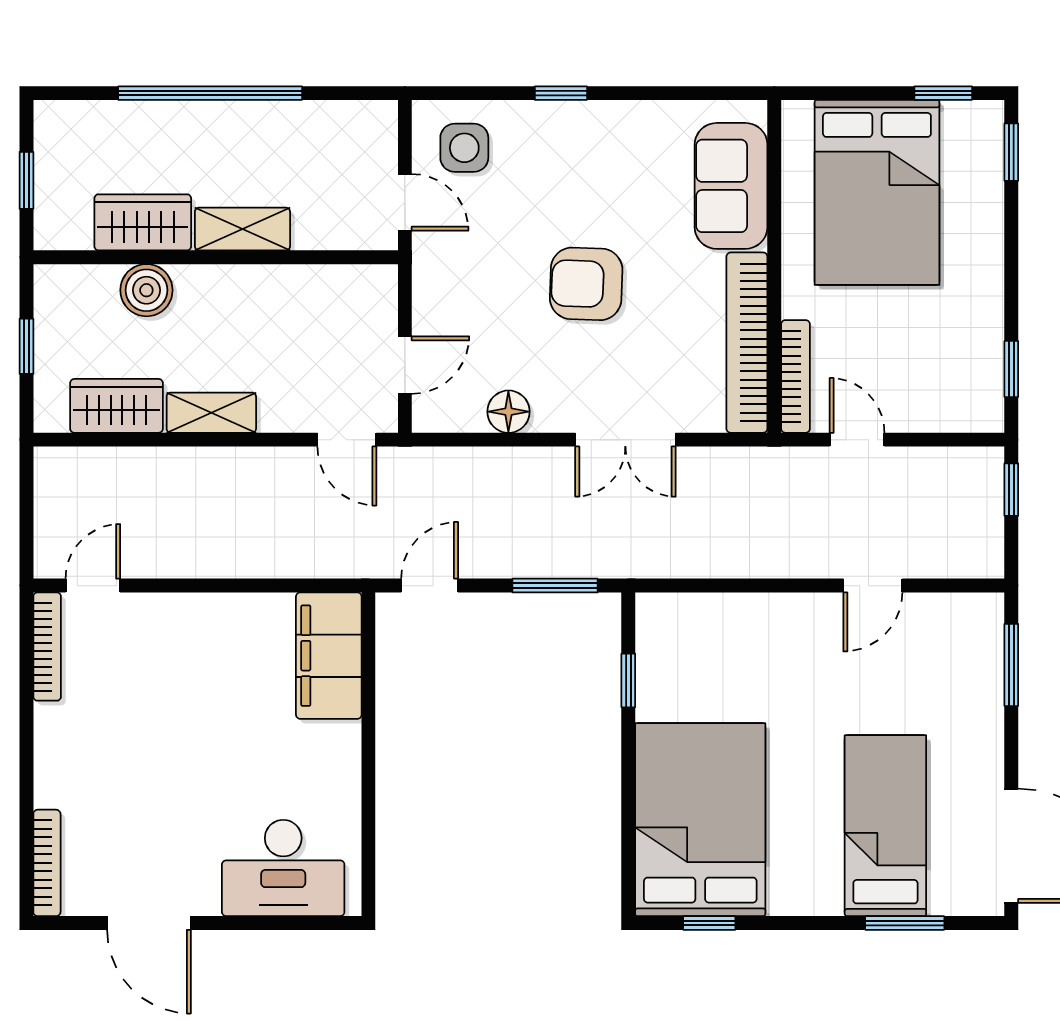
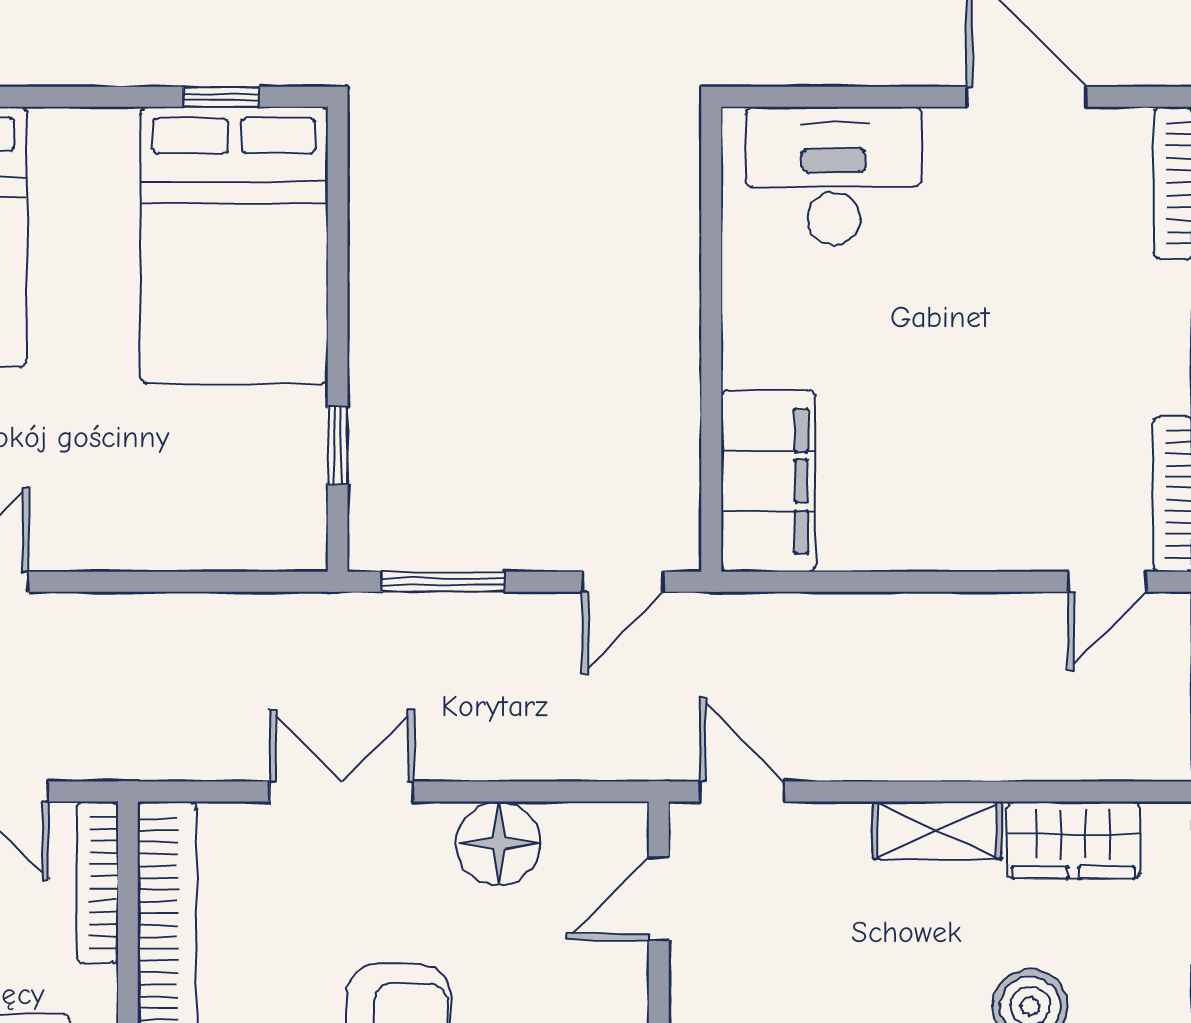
floor lamp: (508, 412) -> (498, 843), width x1.38, depth x1.38

